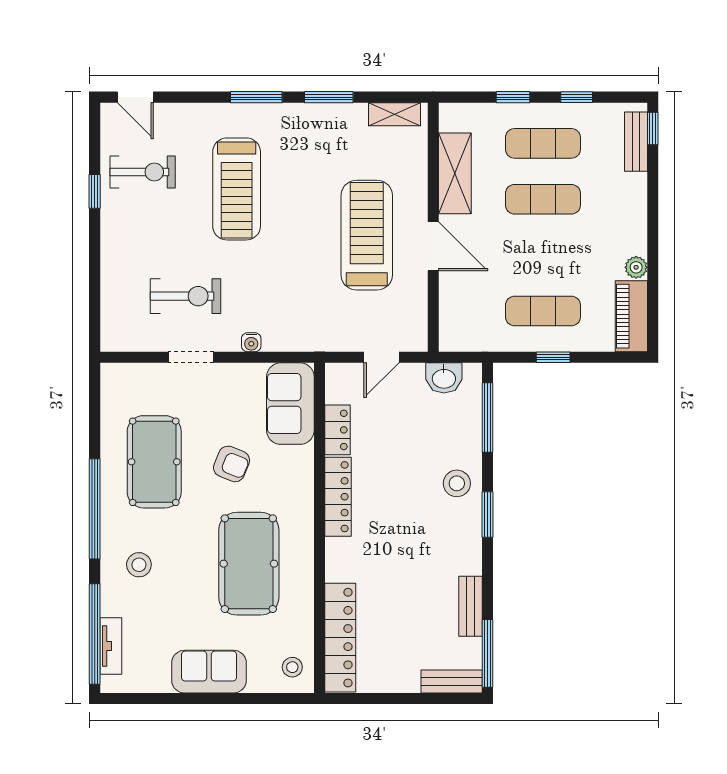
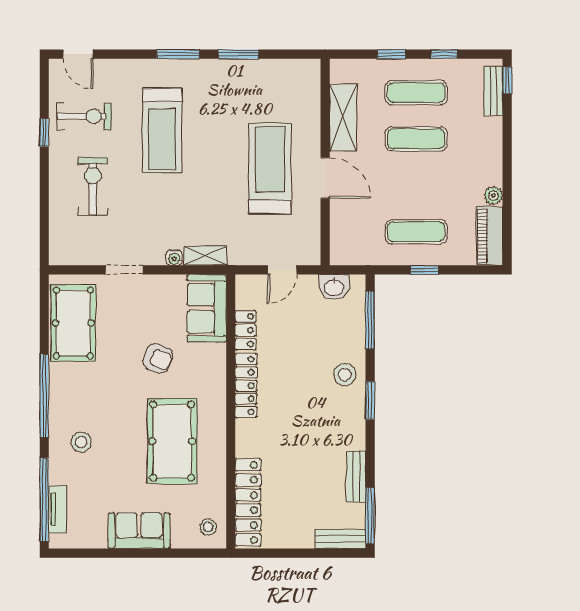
shelving: (395, 114) -> (205, 256), moved
exercise bike: (186, 296) -> (93, 186), moved, turned -90
pool table: (154, 462) -> (73, 323), moved

